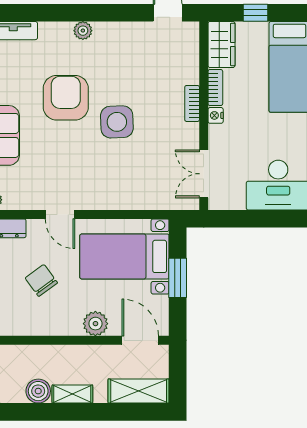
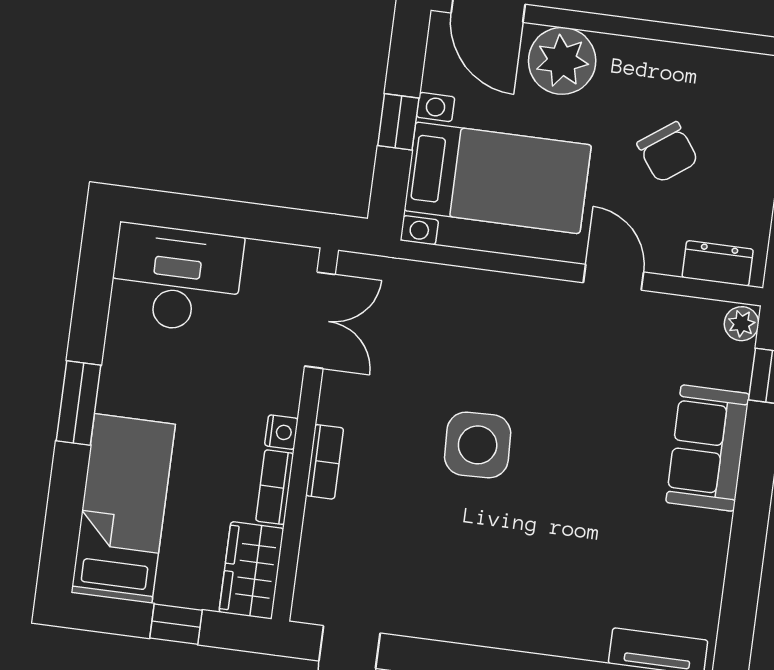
plant: (83, 31) -> (521, 634), removed
armchair: (66, 98) -> (572, 506), removed
window: (178, 278) -> (398, 122), width x0.67
plant: (95, 324) -> (562, 61), width x1.36, depth x1.36

